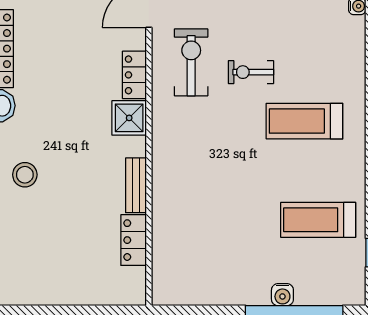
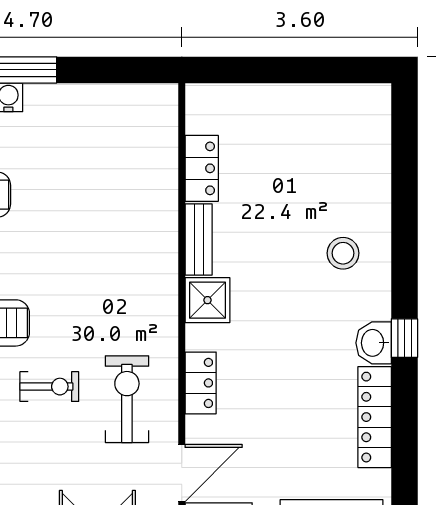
exercise bike: (191, 62) -> (127, 399), turned 180
shower: (129, 118) -> (207, 300), moved

